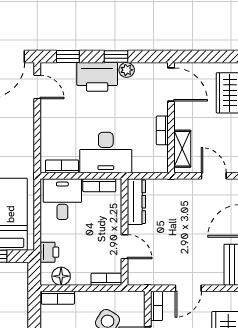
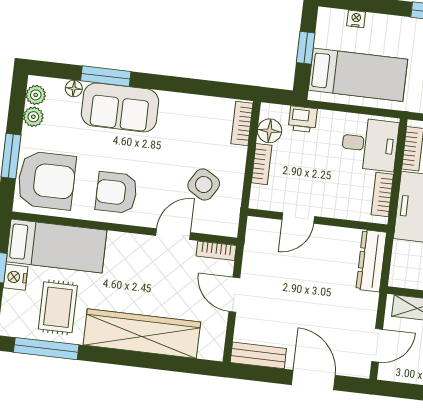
dresser: (136, 202) -> (371, 261), moved, turned 90
bookcase: (106, 279) -> (262, 164), moved

